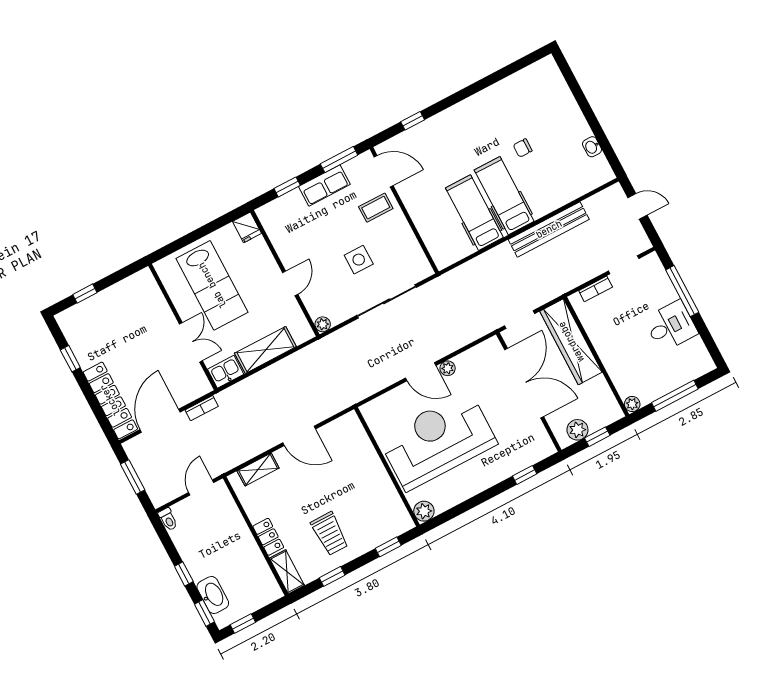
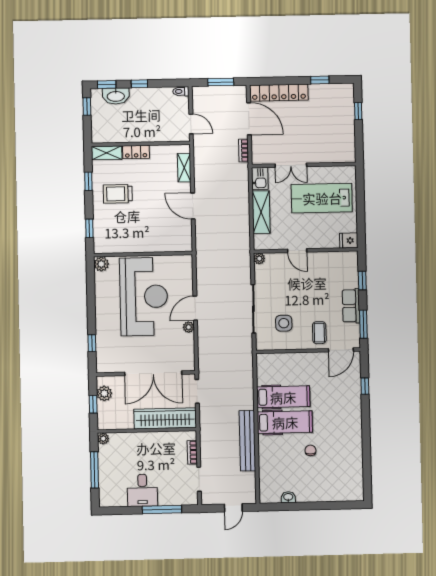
side table: (359, 260) -> (284, 323), moved
door: (299, 436) -> (193, 206), hinge flipped

